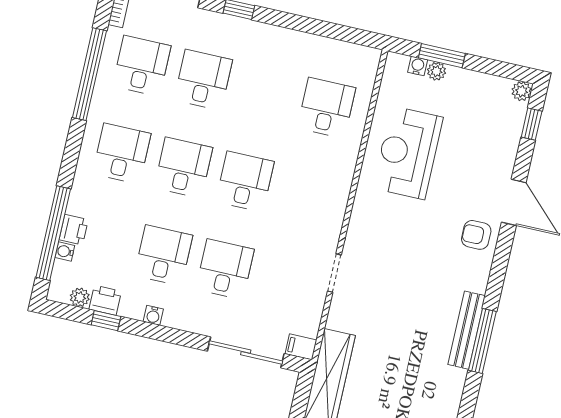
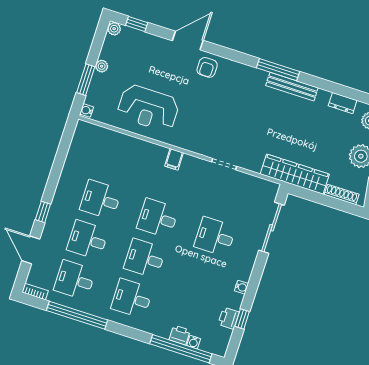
water cooler: (418, 66) -> (87, 110), moved
plant: (436, 71) -> (102, 66), moved
desk: (326, 108) -> (101, 200), moved
desk: (163, 255) -> (202, 277), removed
plant: (80, 297) -> (225, 335), removed
bench: (467, 330) -> (292, 87), moved
filing cabinet: (301, 347) -> (174, 159), moved

